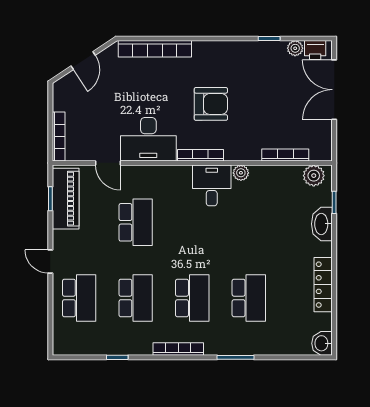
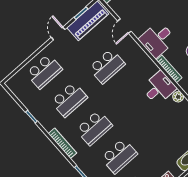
desk: (148, 139) -> (157, 40), width x0.73
door: (50, 262) -> (58, 33), moved

